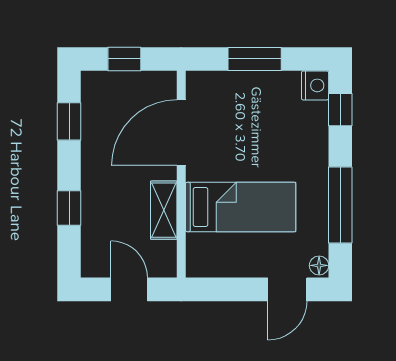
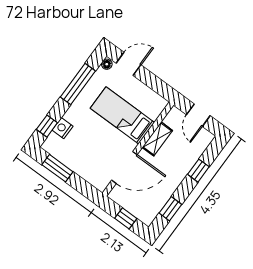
window: (255, 59) -> (57, 168), moved
nightstand: (315, 85) -> (62, 128), moved

